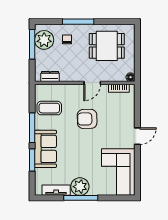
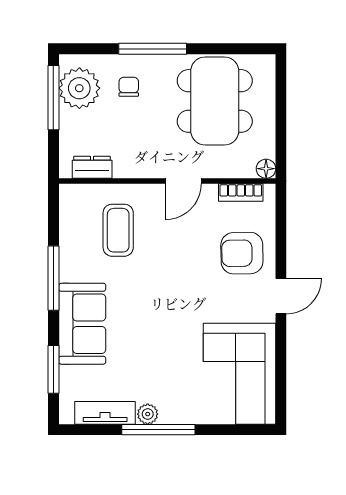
dining table: (107, 46) -> (215, 101), width x1.37
coffee table: (49, 108) -> (118, 230), moved, turned 90
armchair: (87, 119) -> (242, 253), moved
window: (32, 160) -> (53, 369), moved
plant: (80, 187) -> (148, 414), width x0.53, depth x0.53

